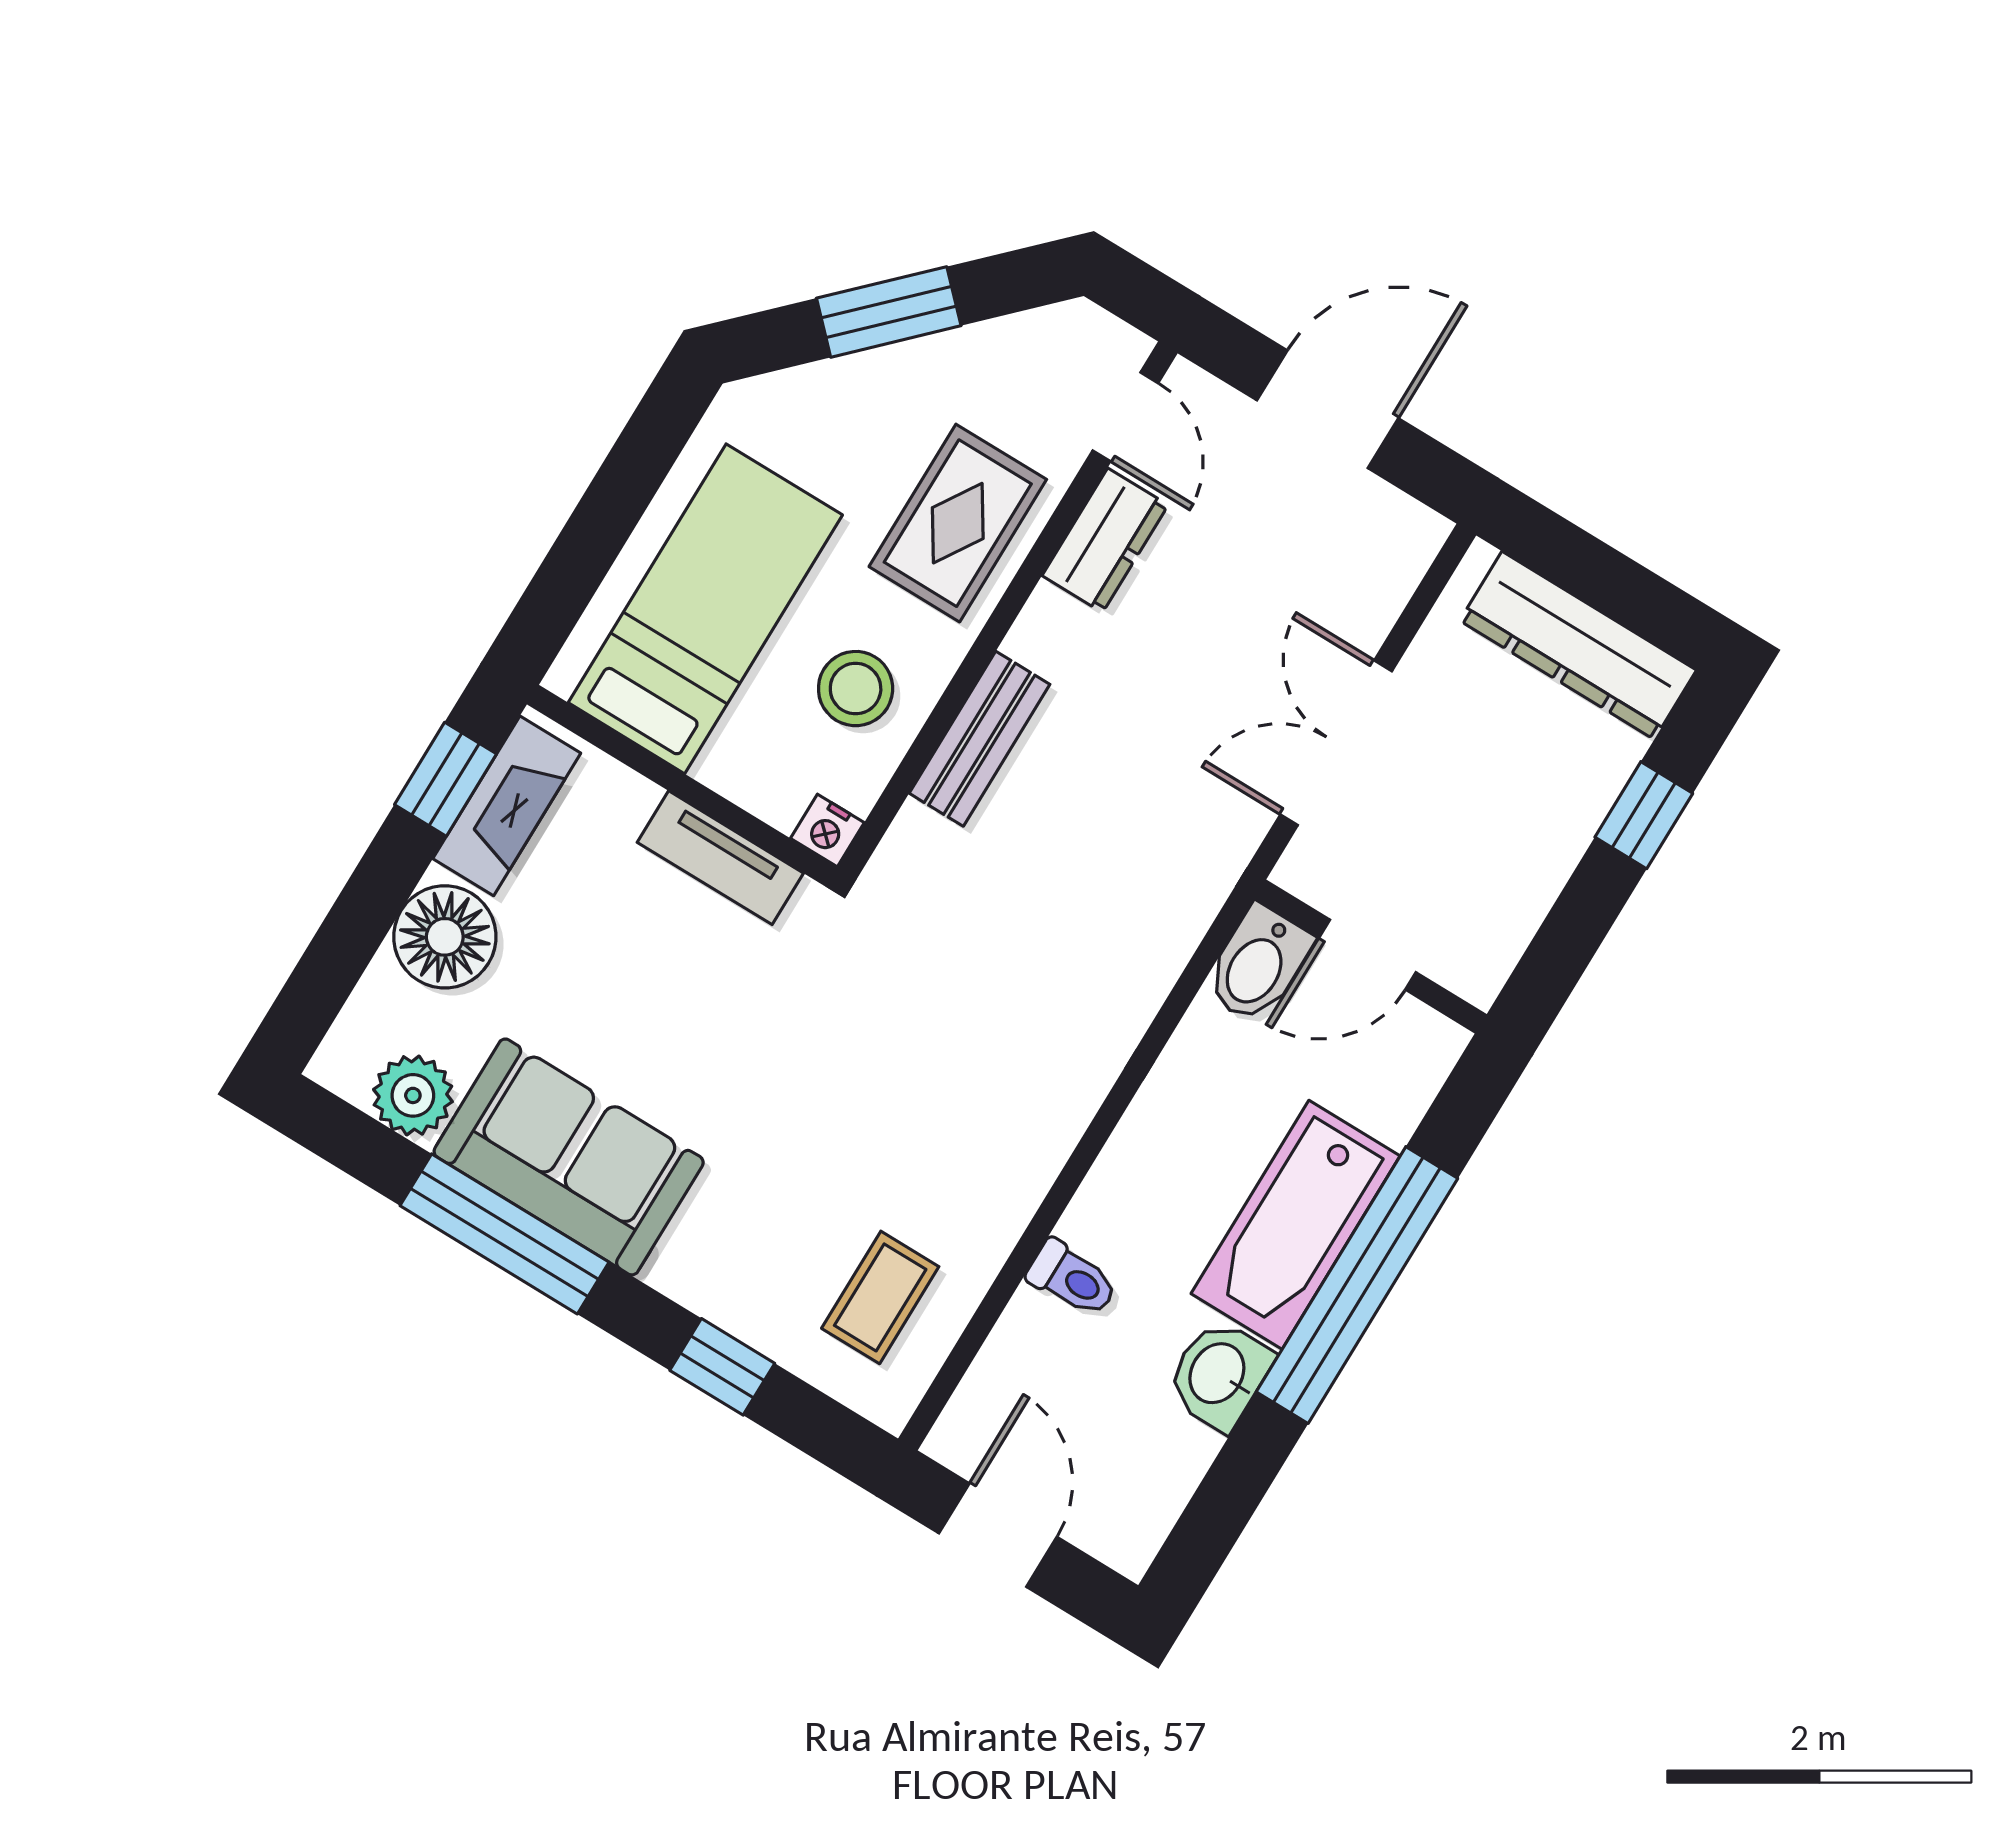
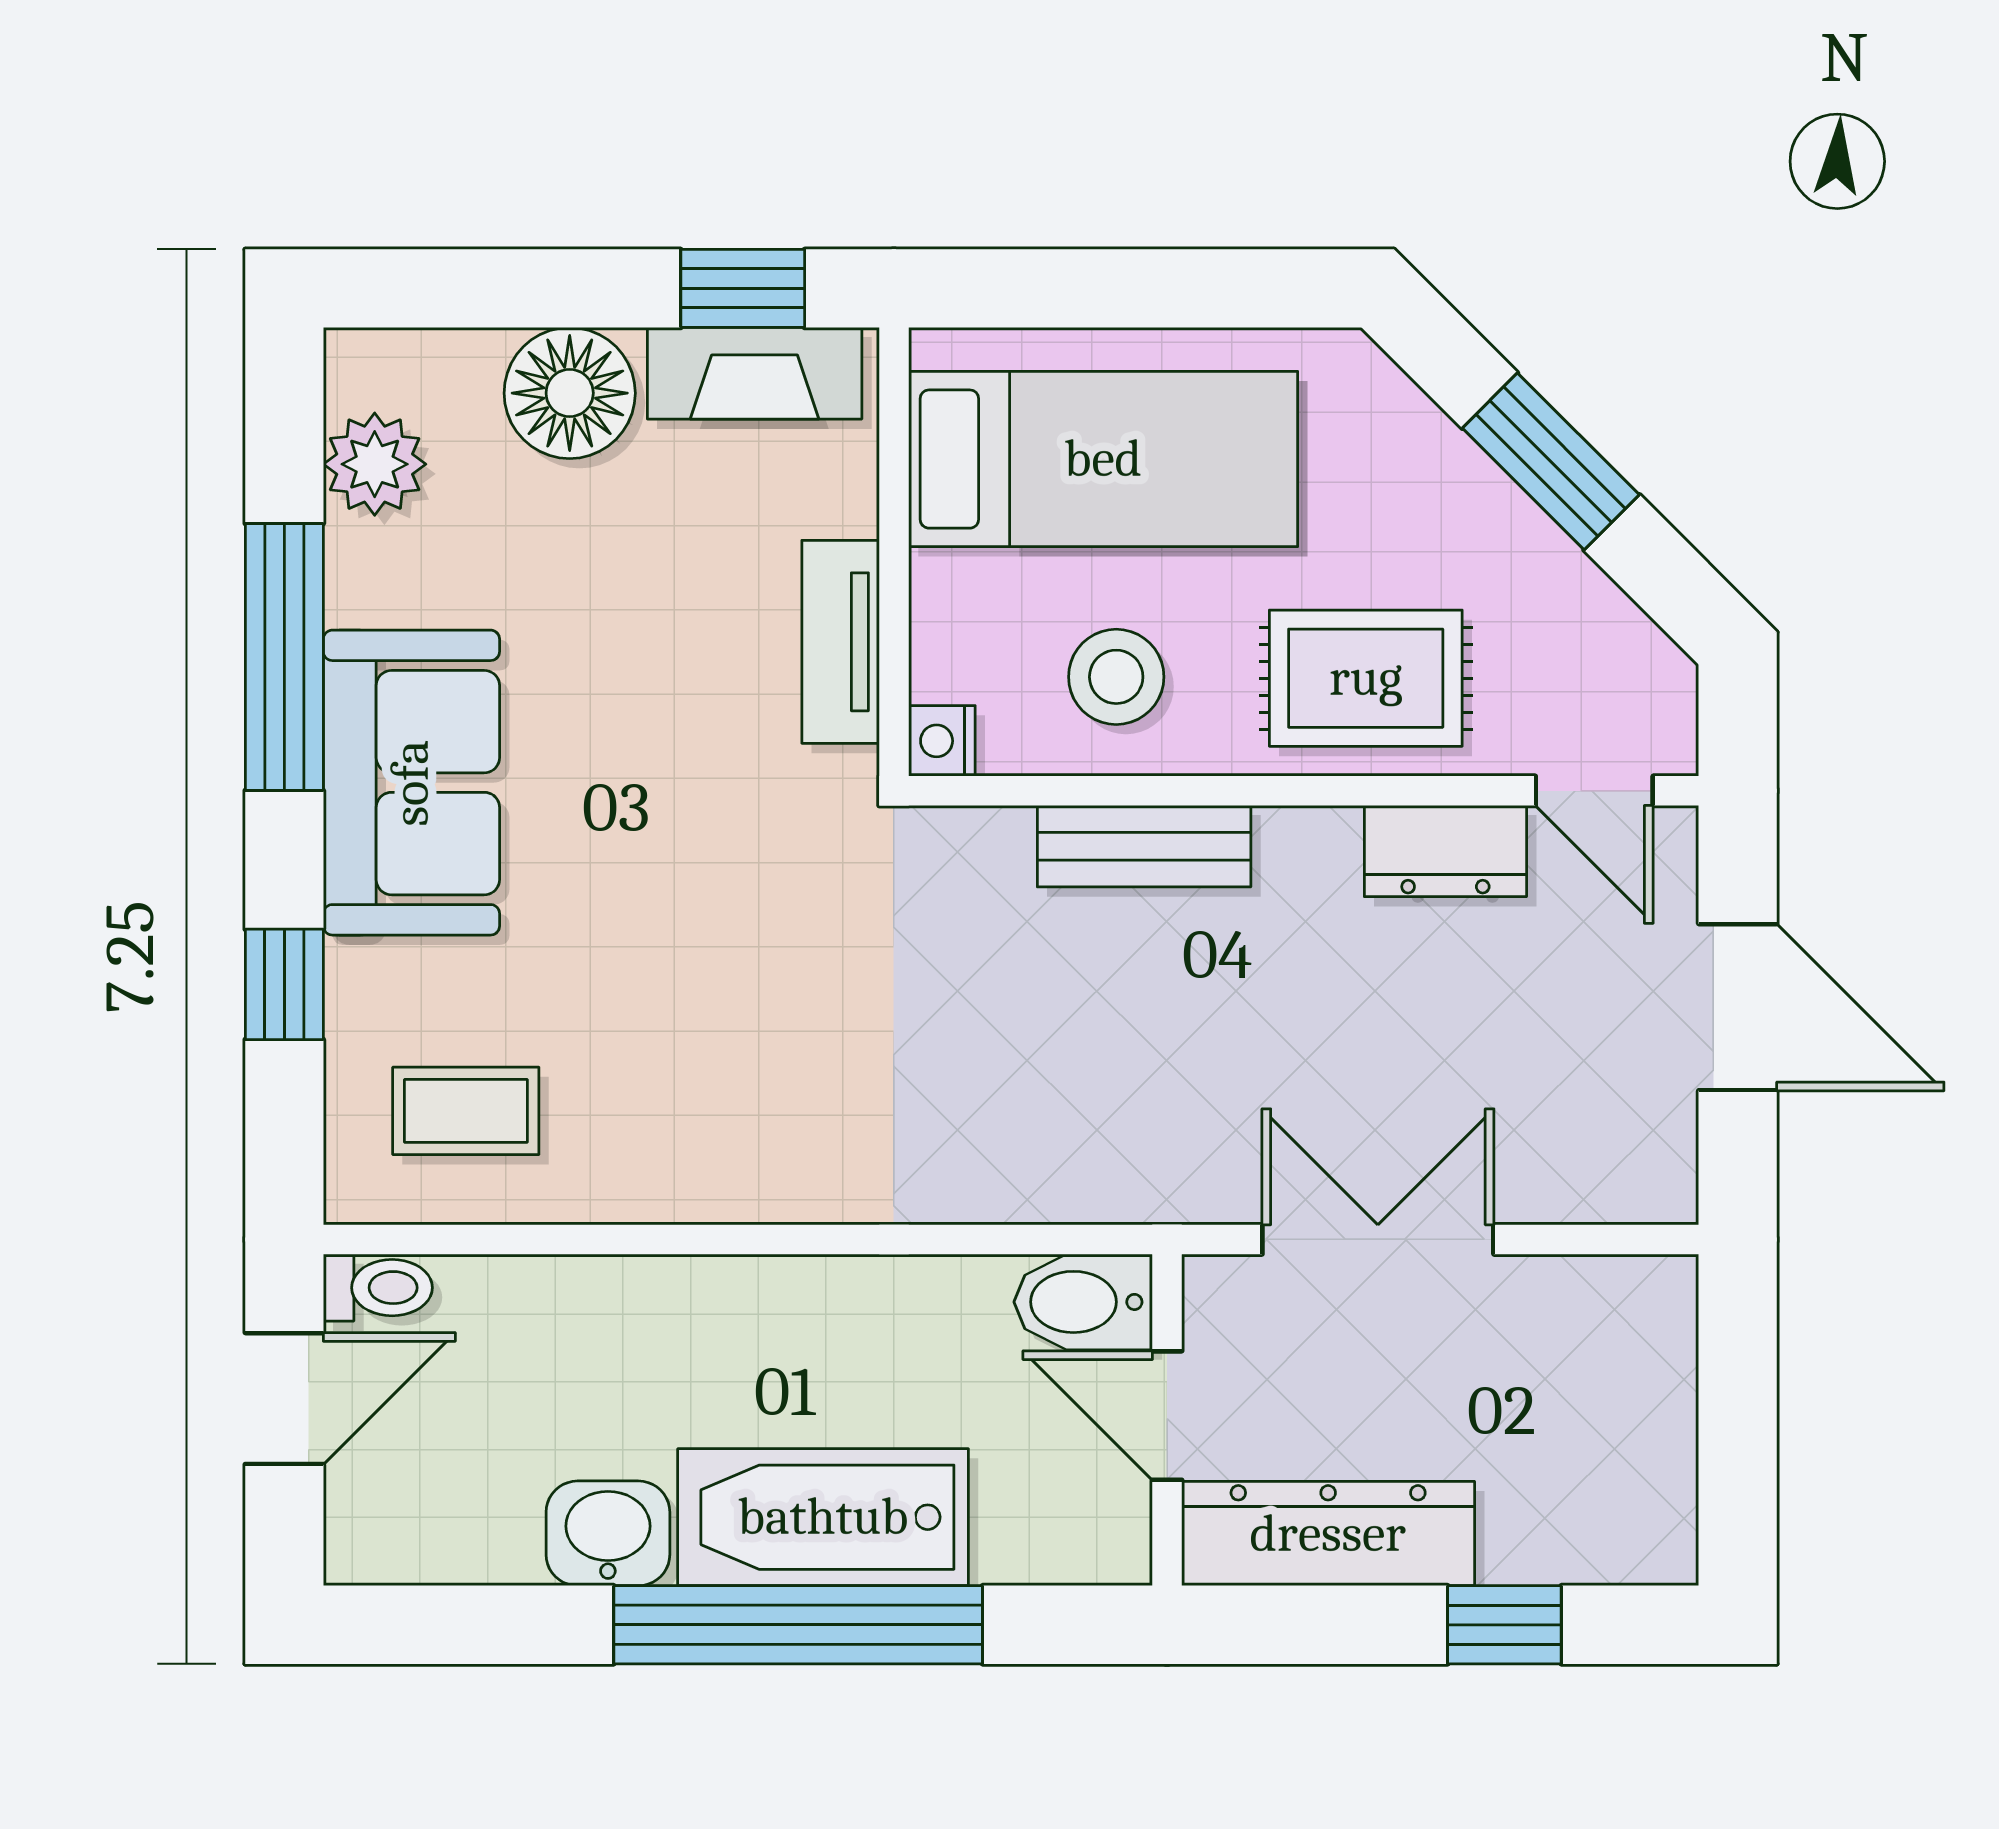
door: (1125, 417) -> (1594, 791), hinge flipped
dresser: (1578, 645) -> (1328, 1534), moved, turned 90
sofa: (569, 1157) -> (411, 783), moved
toilet: (1072, 1279) -> (378, 1288), moved, turned -90

